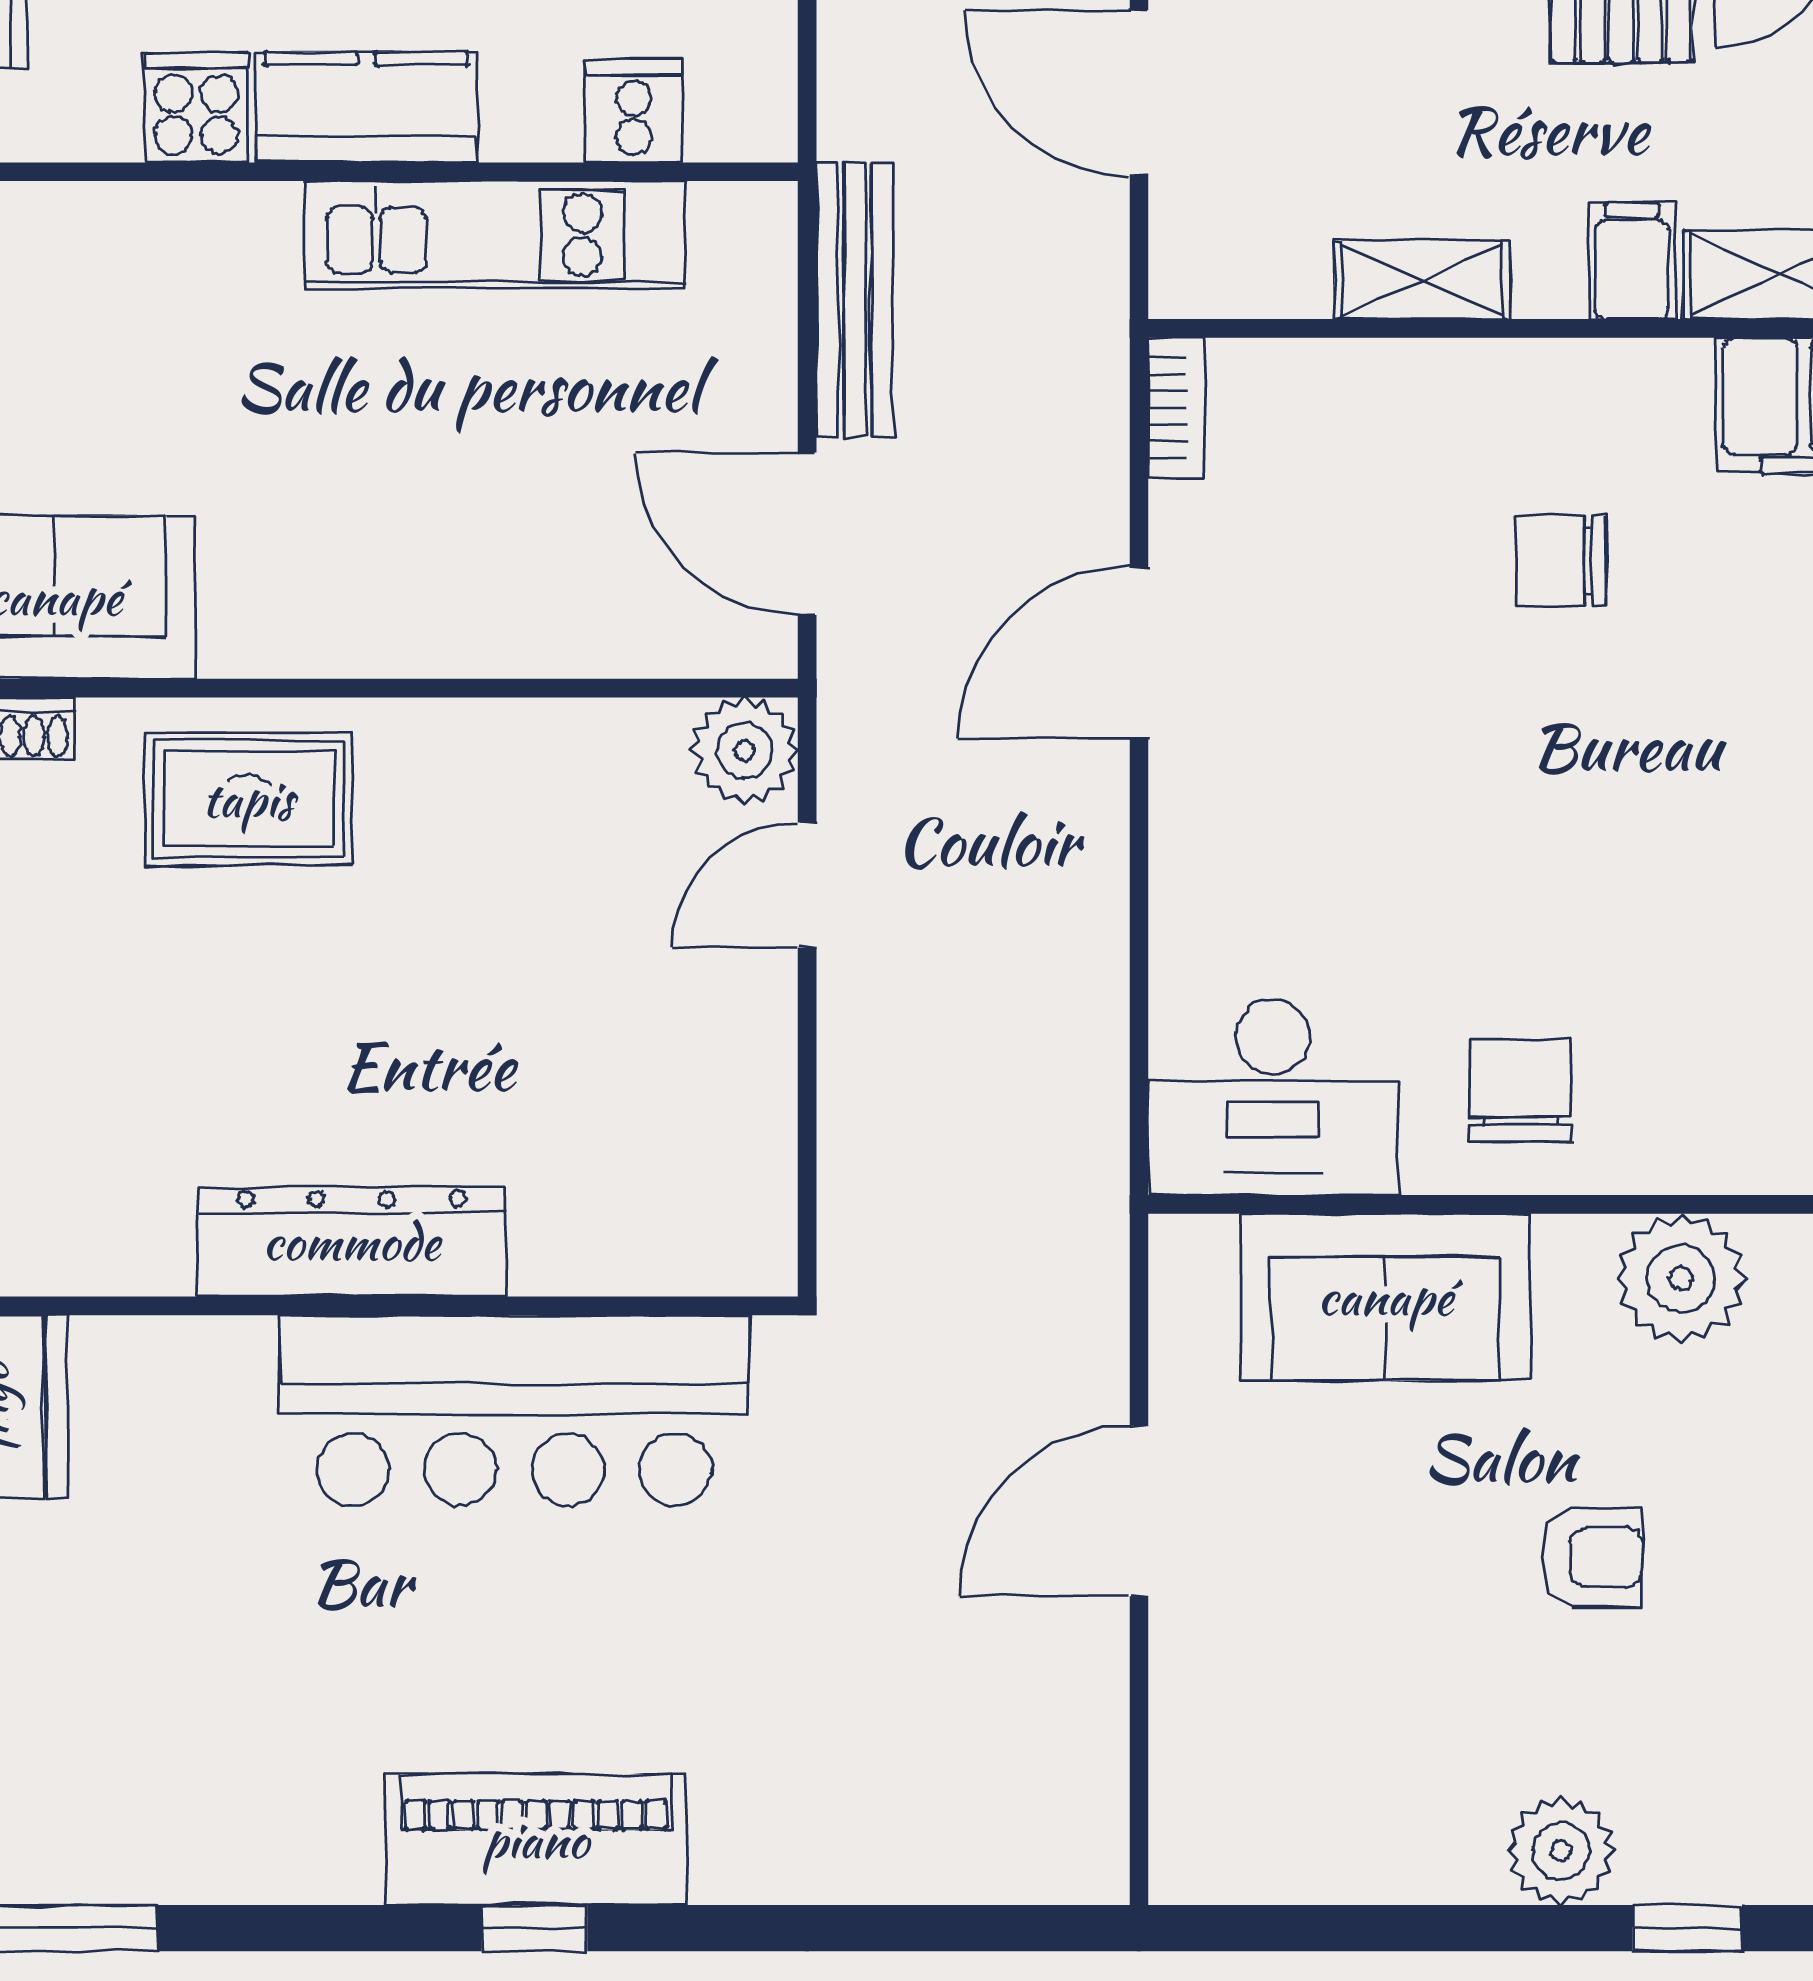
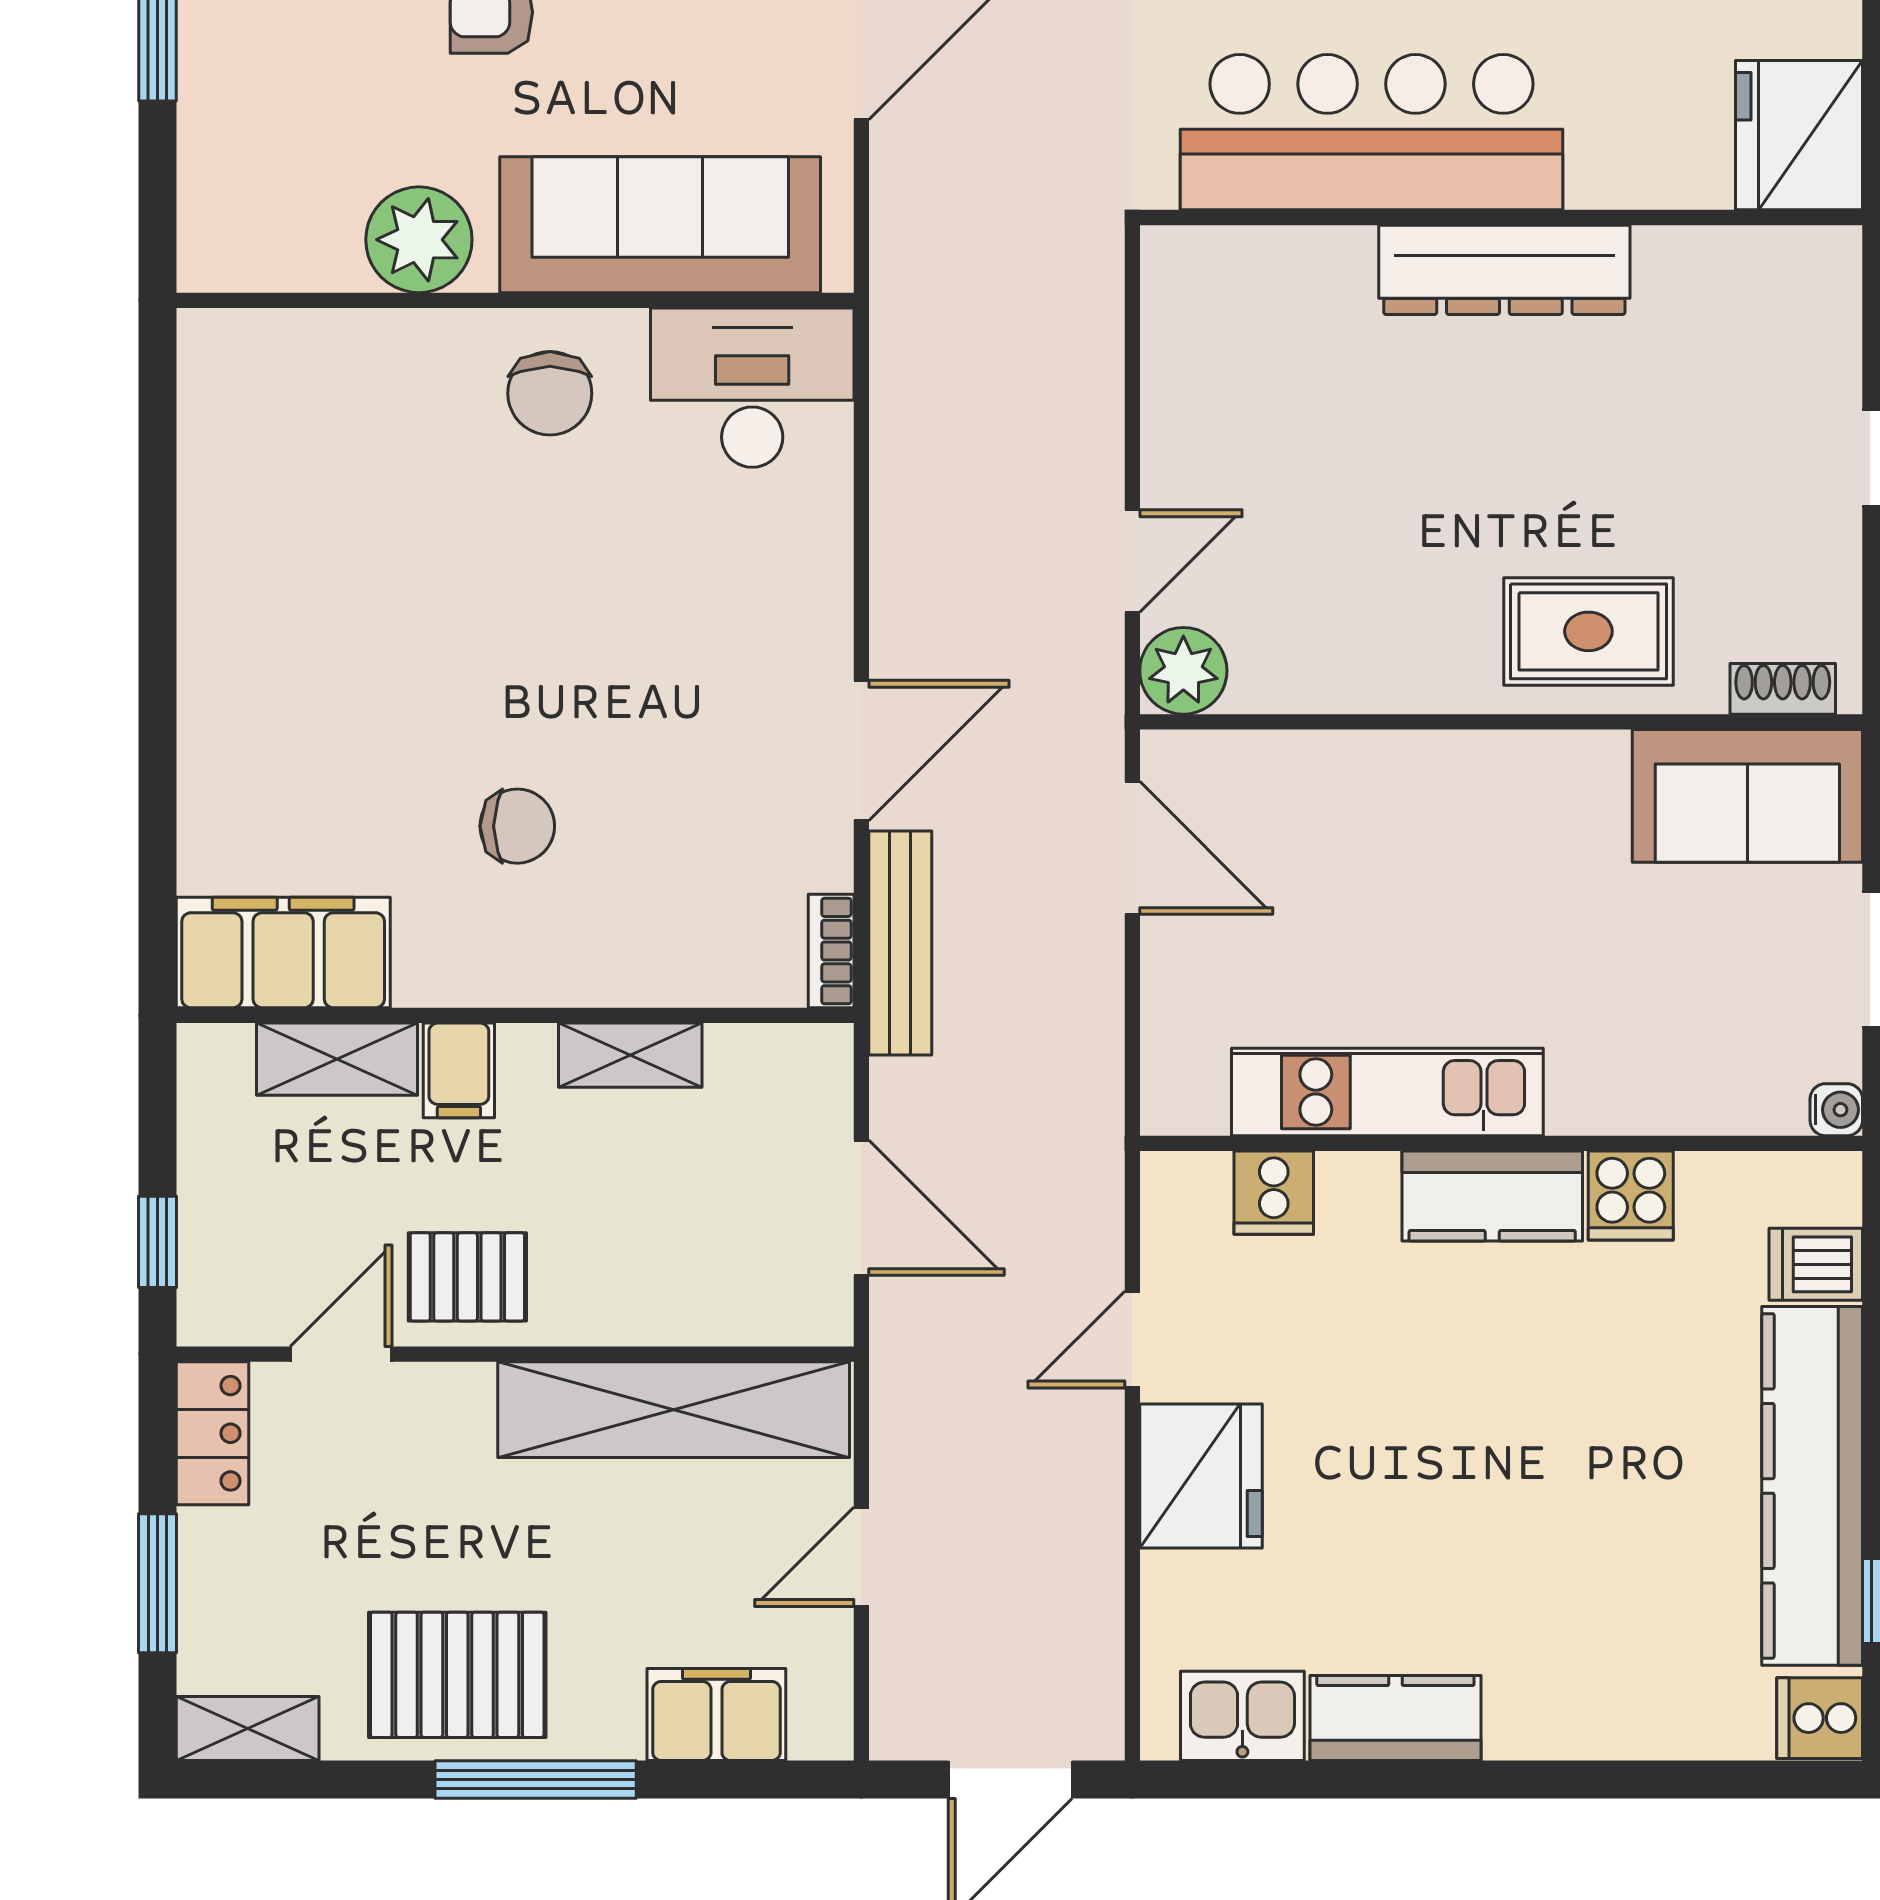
bench: (855, 300) -> (900, 943), moved
sofa: (1385, 1297) -> (660, 225), width x1.36

